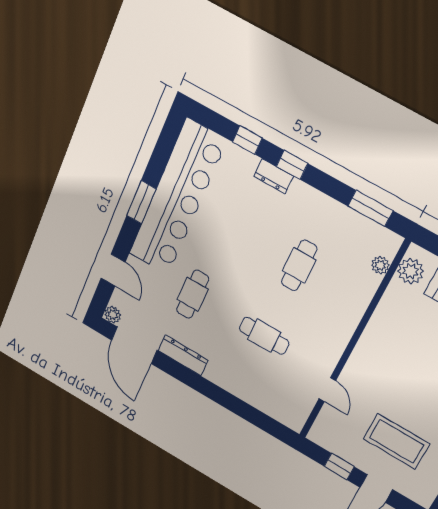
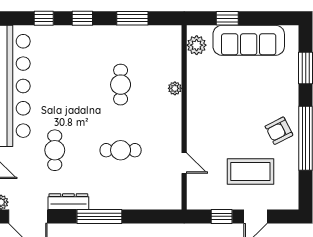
dresser: (274, 176) -> (73, 33), removed
window: (370, 208) -> (132, 18), moved
plant: (380, 265) -> (175, 88), moved
window: (209, 389) -> (99, 216), added

